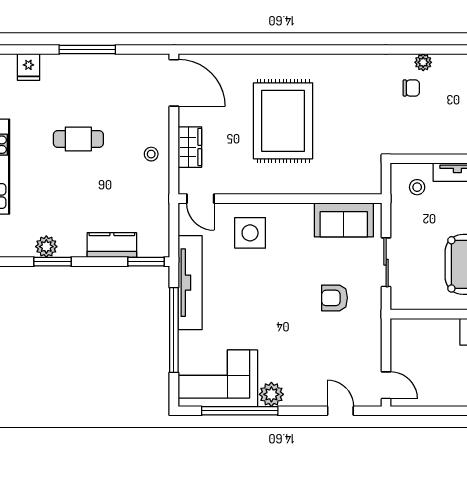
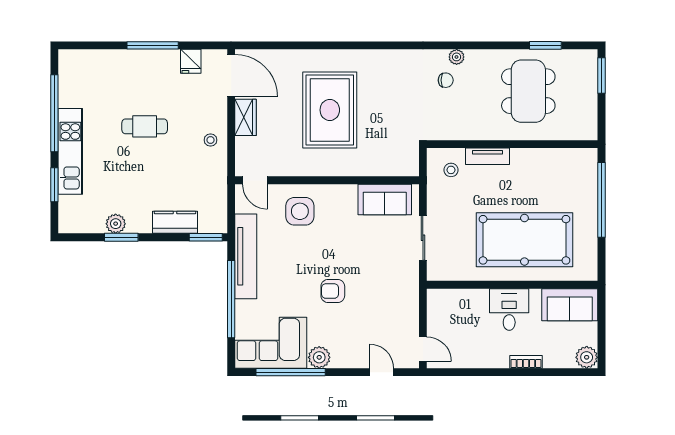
fridge: (28, 67) -> (191, 61), moved
wardrobe: (190, 147) -> (246, 117), moved
armchair: (334, 298) -> (333, 291), moved

